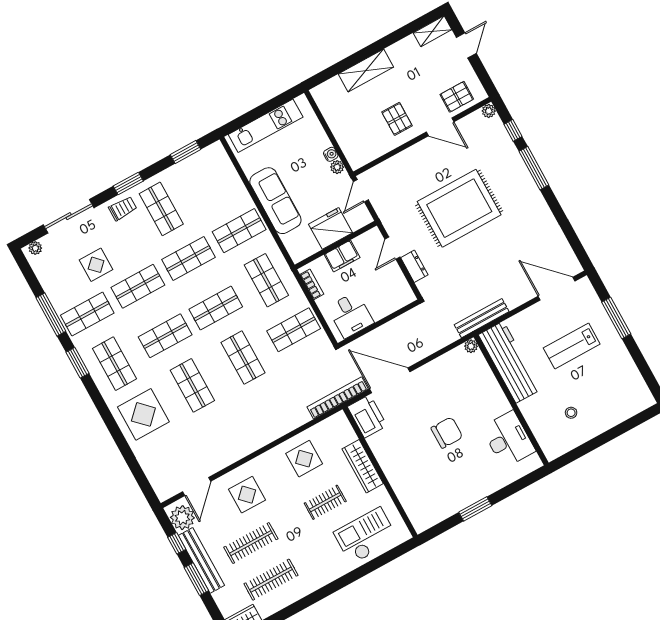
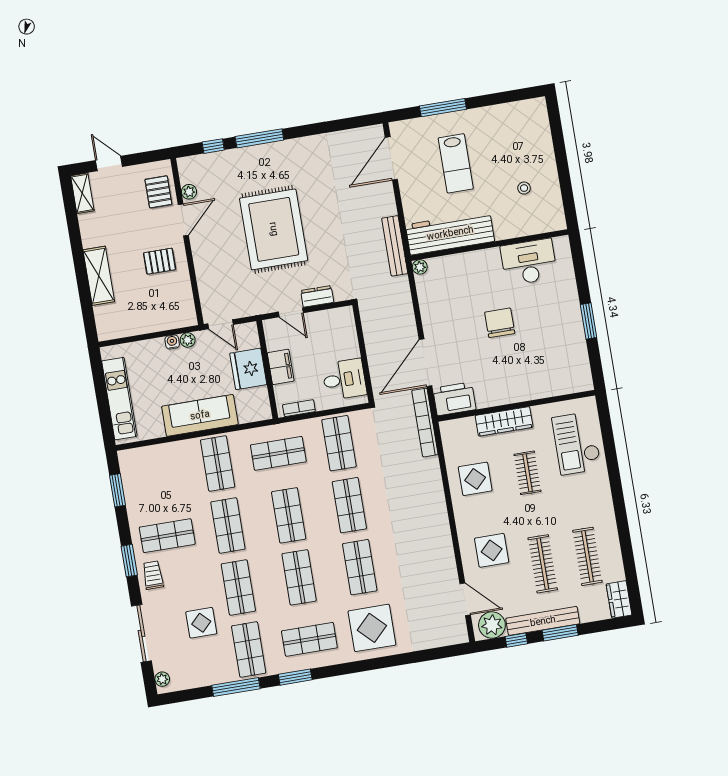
plant: (489, 111) -> (189, 192), moved
shop shelf: (243, 358) -> (349, 505), turned 90
shop shelf: (192, 385) -> (360, 567), turned 90

